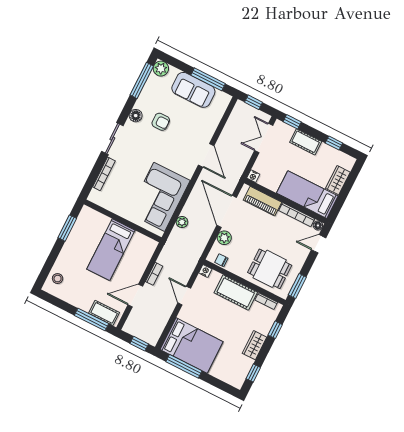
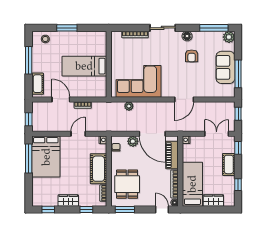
door: (227, 211) -> (152, 134), swing flipped
window: (67, 228) -> (67, 28), moved
window: (91, 319) -> (29, 60), moved

